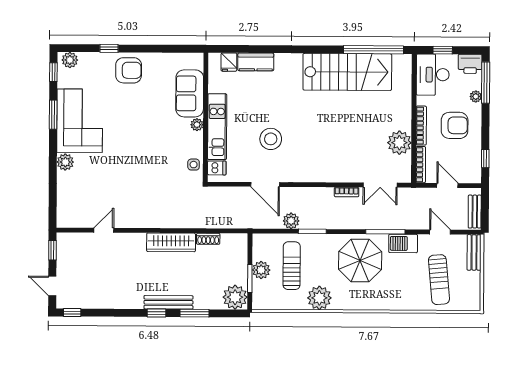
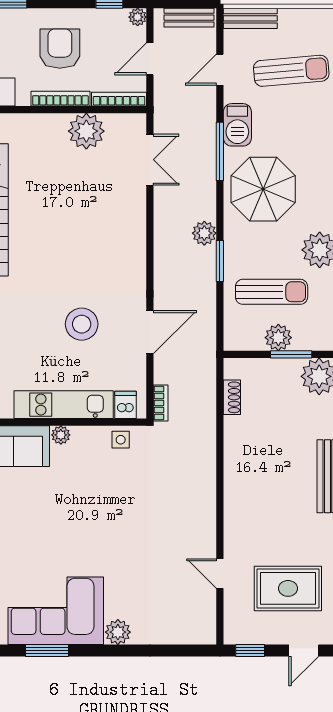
plant: (476, 96) -> (138, 17), moved
bookcase: (347, 192) -> (161, 403), moved
plant: (291, 221) -> (204, 233), moved
shoe rack: (208, 239) -> (232, 397), moved
wardrobe: (171, 242) -> (237, 473), removed
sun lounger: (292, 266) -> (272, 292), turned 180
rug: (94, 276) -> (288, 588), added

